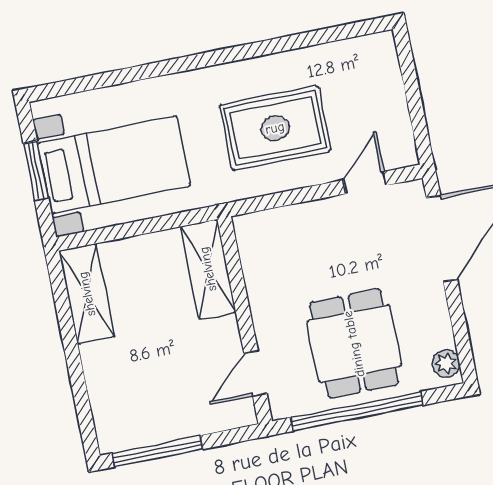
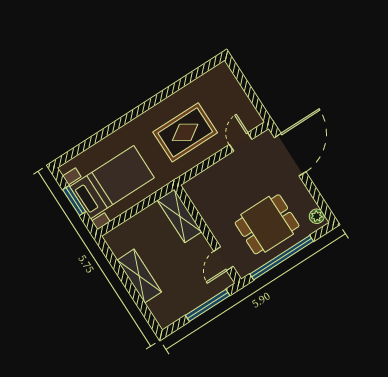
shelving: (87, 294) -> (139, 276), moved
dining table: (354, 344) -> (267, 224), turned 90
window: (157, 451) -> (208, 305), moved

